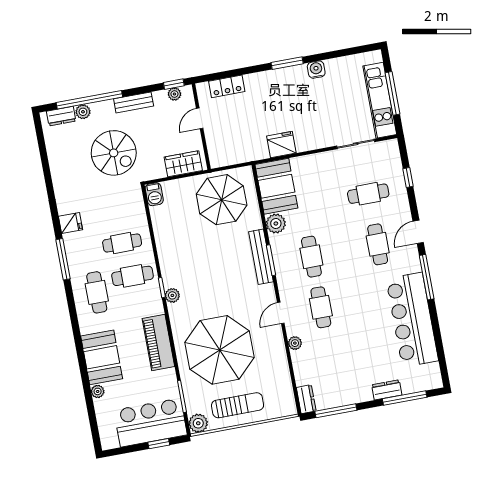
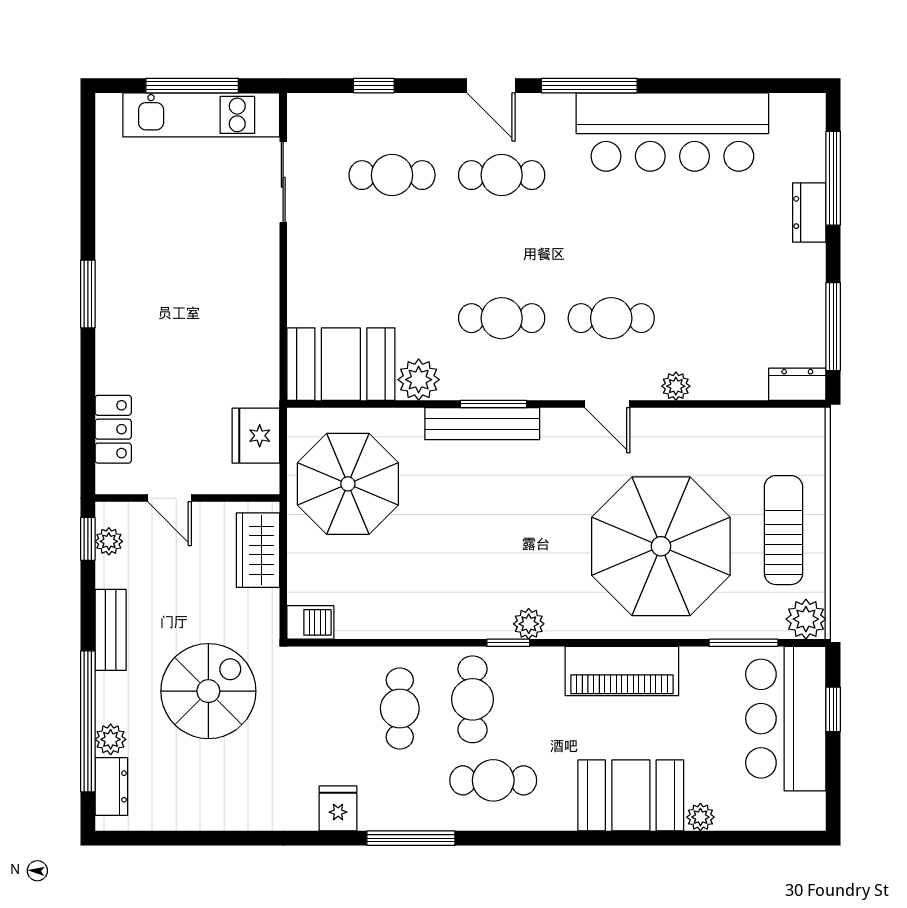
water cooler: (316, 70) -> (113, 236), removed
fridge: (281, 145) -> (256, 436), moved
cafe table: (368, 194) -> (392, 175), turned 90

